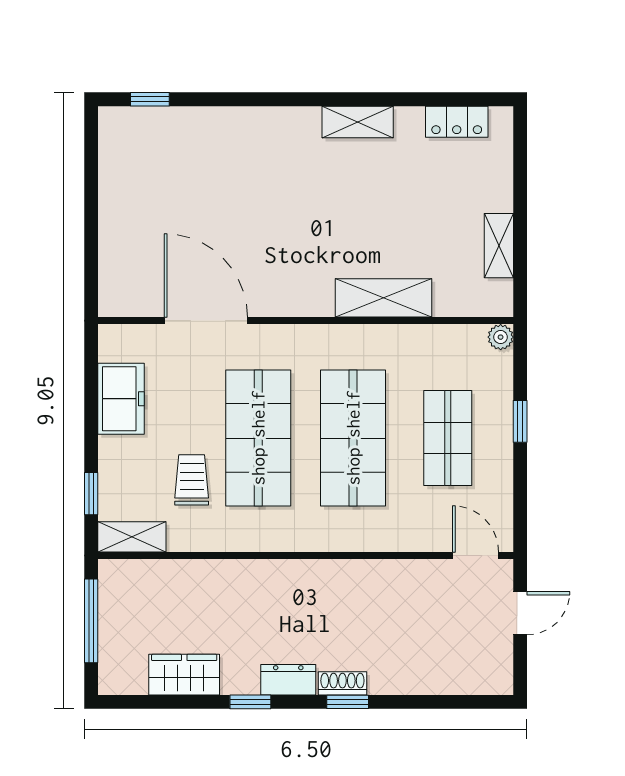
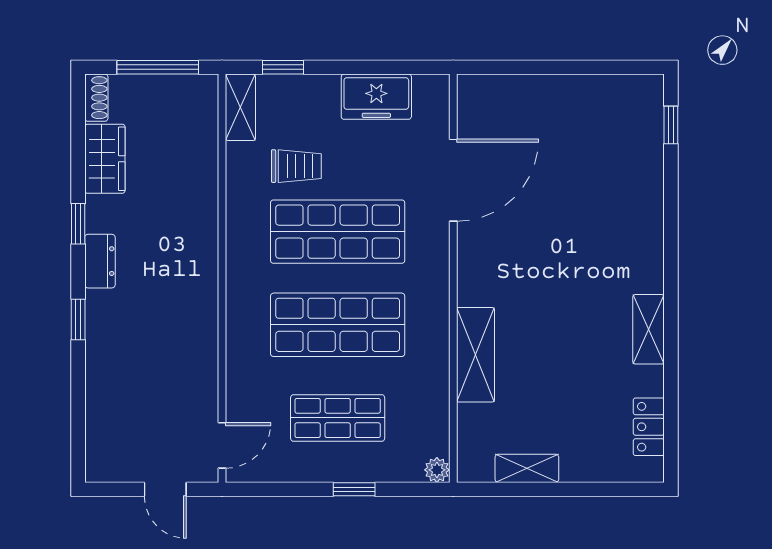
shoe rack: (342, 683) -> (96, 98), moved

